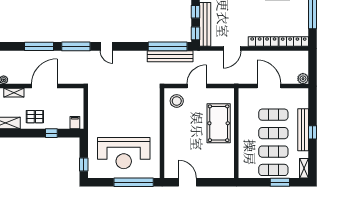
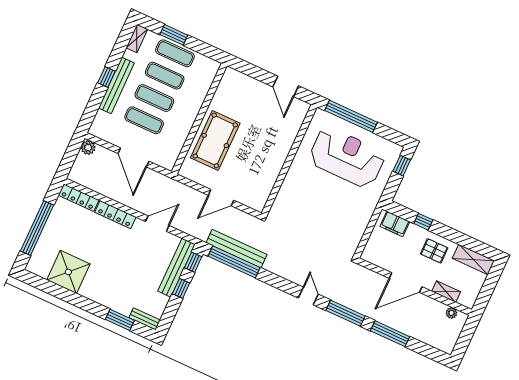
stool: (177, 101) -> (254, 191), removed
filing cabinet: (75, 123) -> (395, 224), width x2.00

